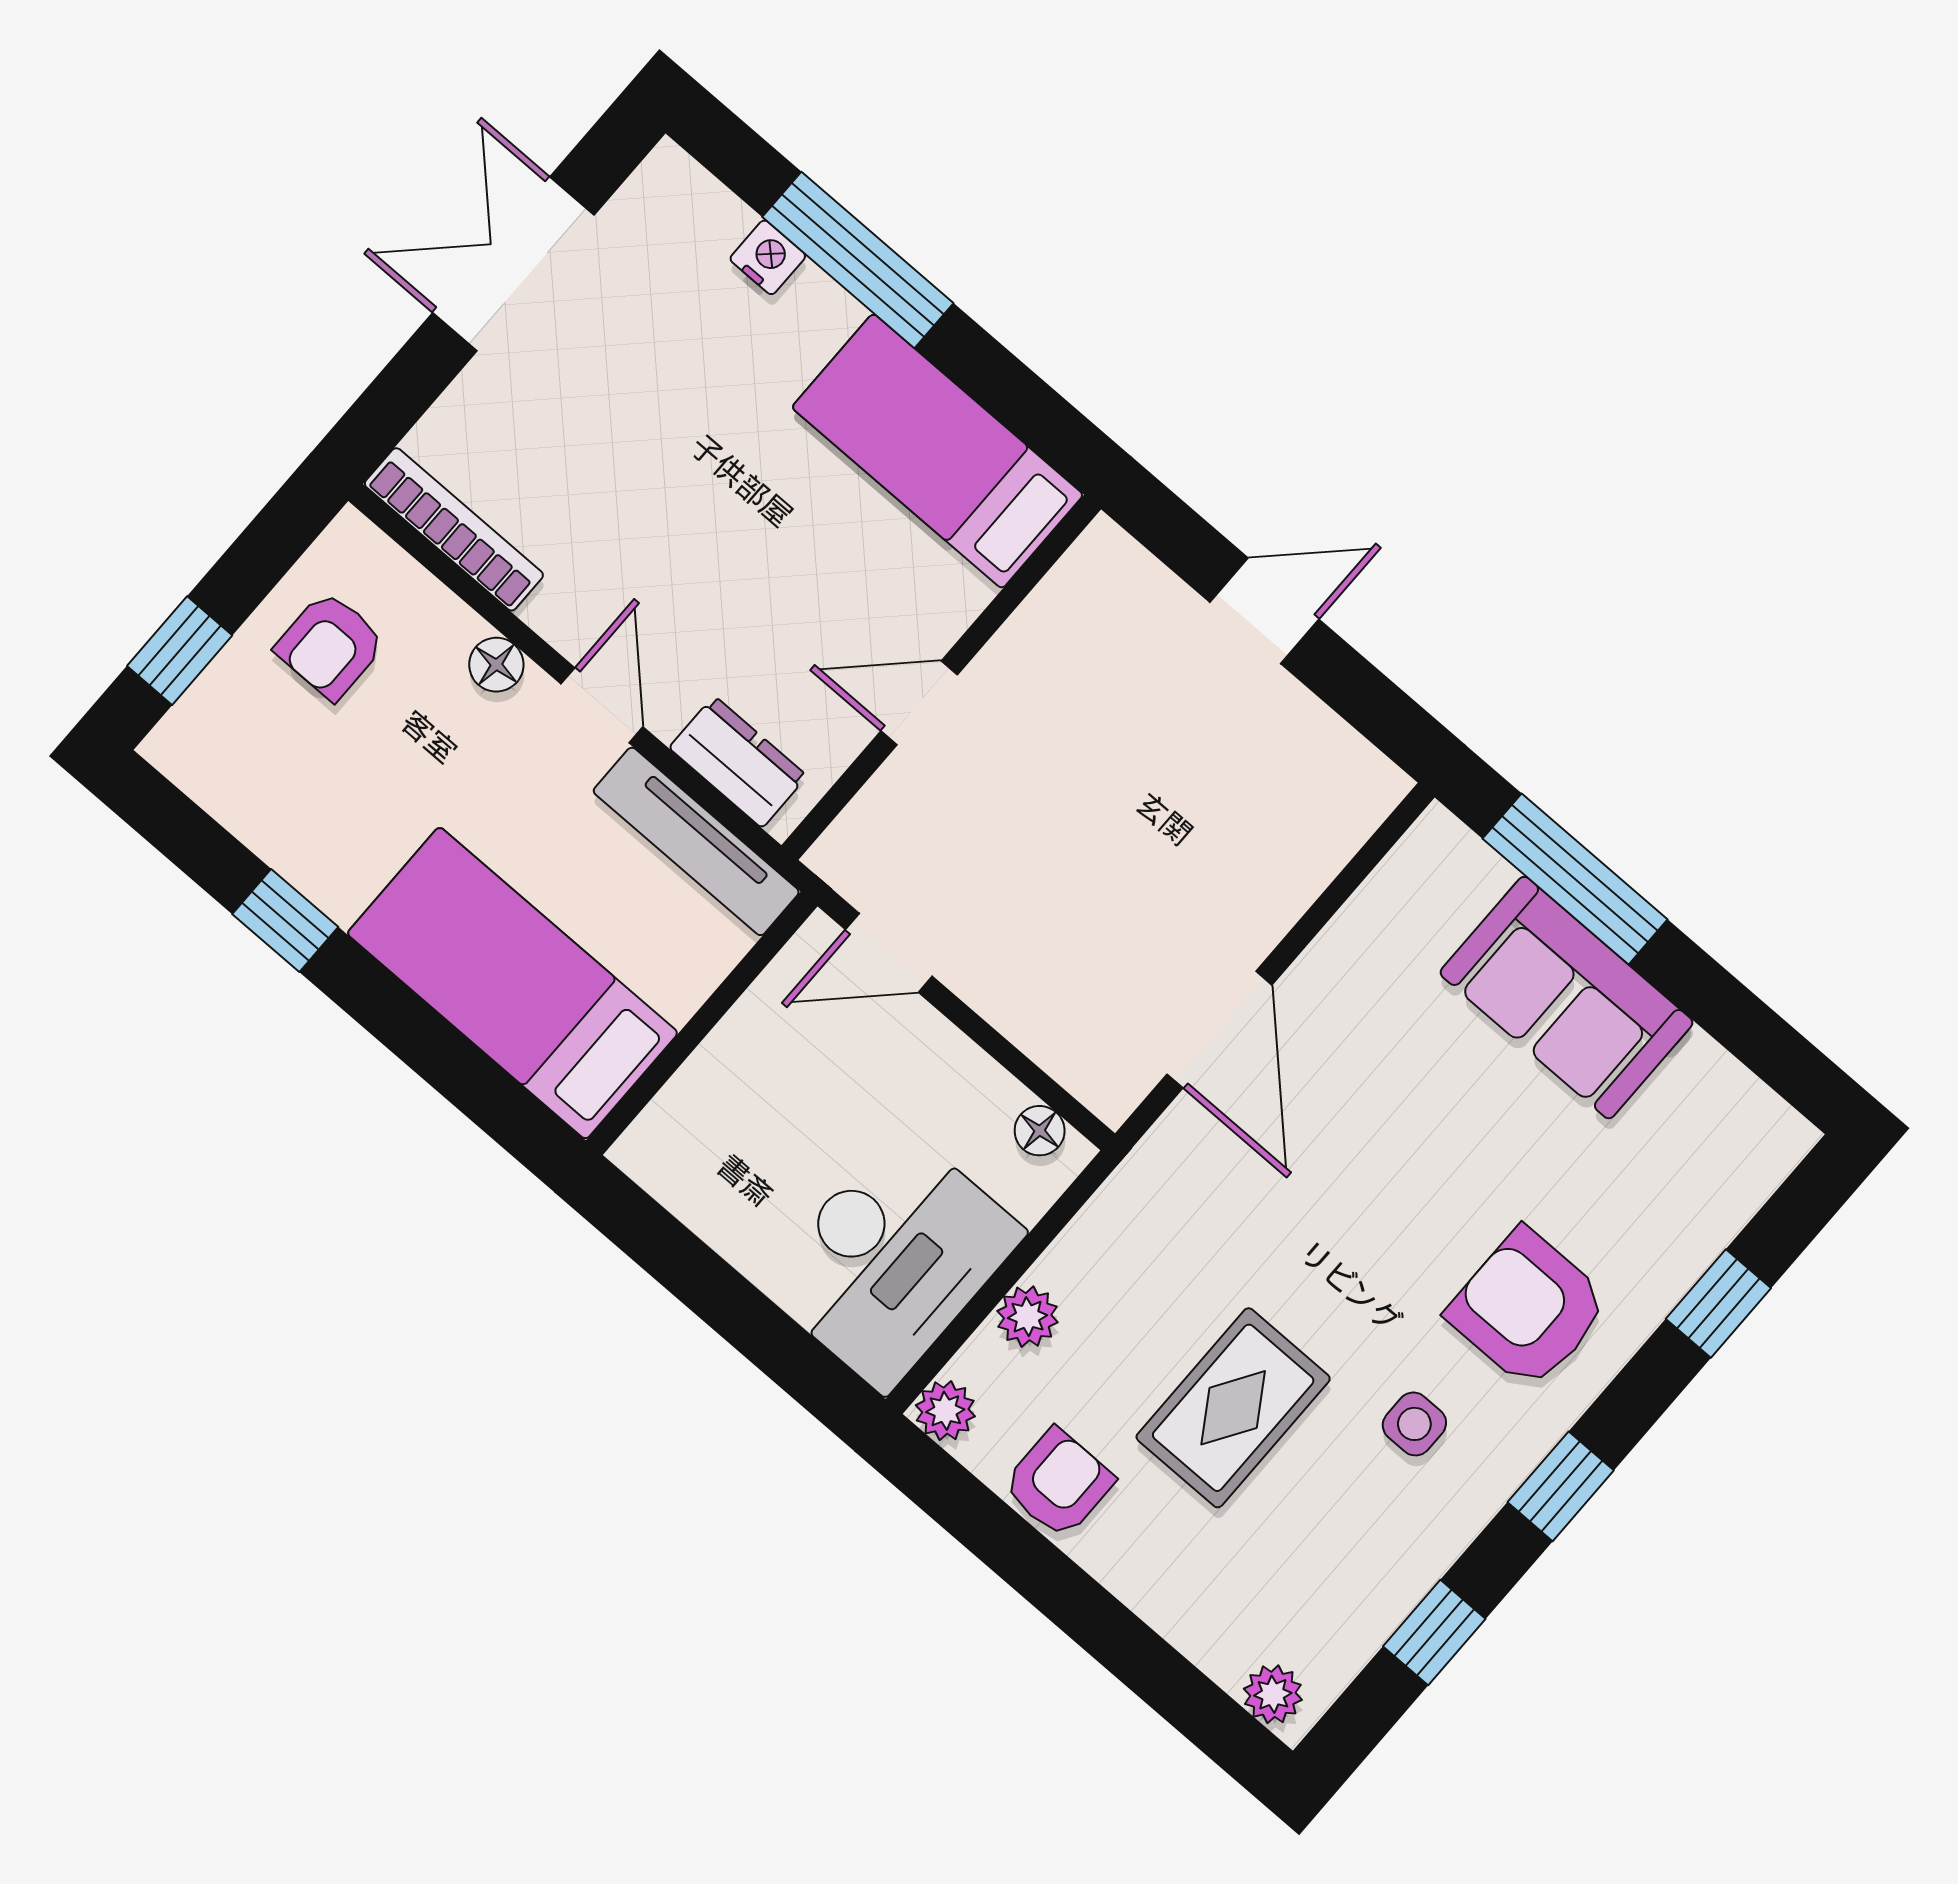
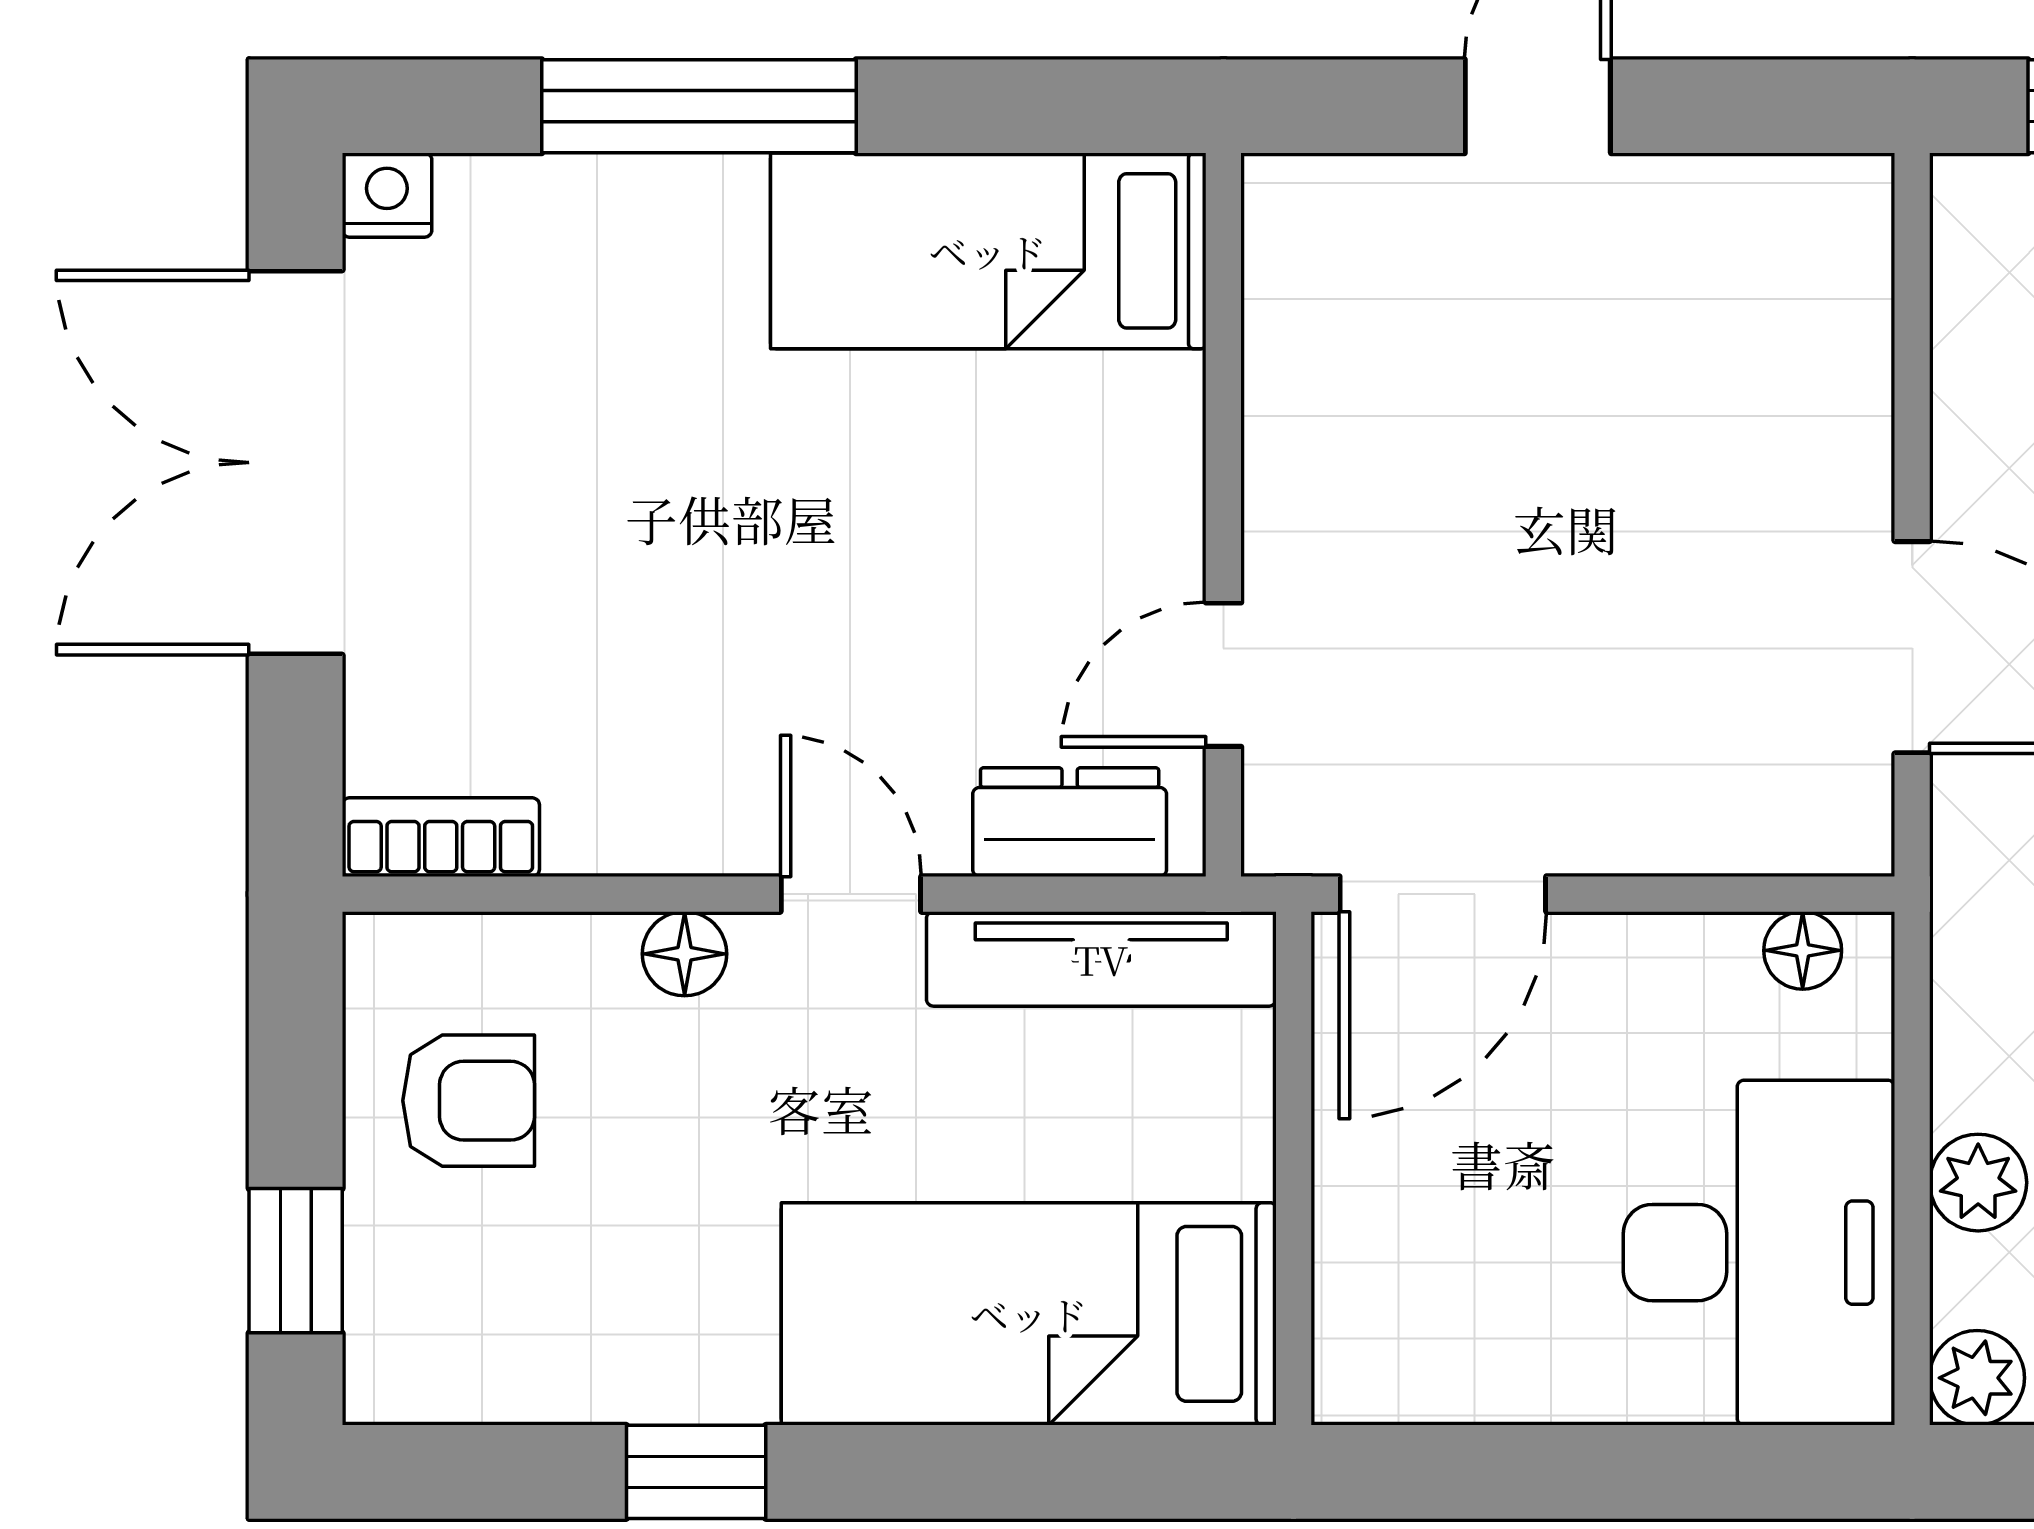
nightstand: (768, 257) -> (387, 195), moved
double door: (513, 264) -> (296, 463), width x1.37
bookcase: (454, 529) -> (441, 837), width x0.64
armchair: (330, 645) -> (469, 1101), turned -90
door: (919, 703) -> (1223, 675), moved
door: (889, 953) -> (1443, 894), width x1.38

